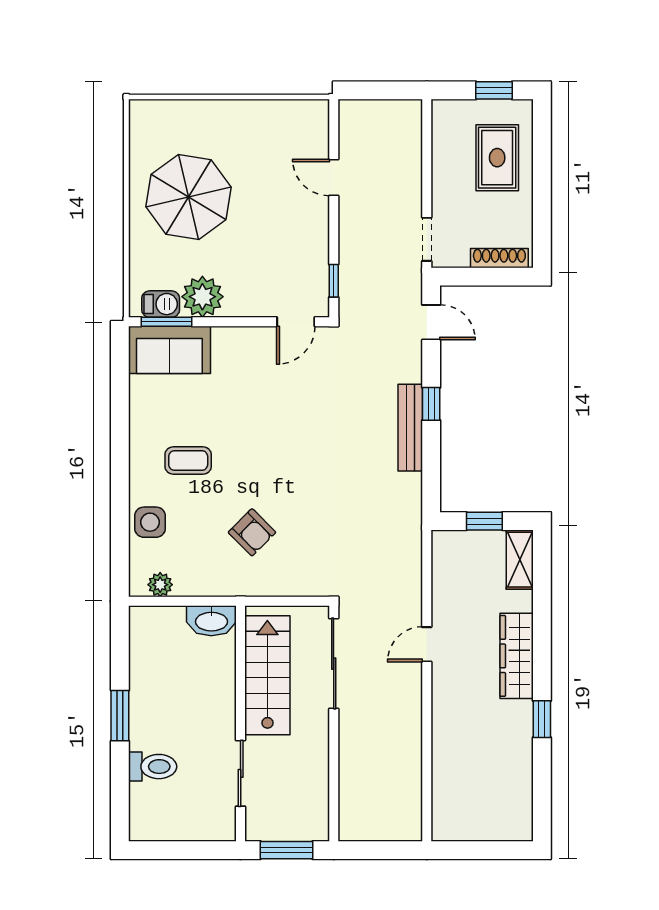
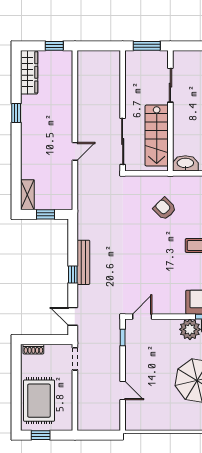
rug: (497, 158) -> (39, 401), width x1.36, depth x1.43
shoe rack: (499, 258) -> (33, 349), width x0.70
wardrobe: (517, 656) -> (29, 72), moved
window: (467, 850) -> (54, 46), added

